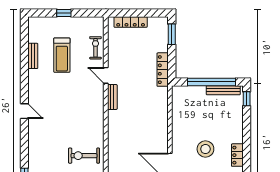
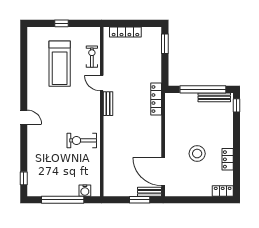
treadmill: (62, 55) -> (60, 64), width x1.37, depth x1.38
bench: (33, 56) -> (32, 64), removed
locker: (163, 70) -> (156, 99), moved
exercise bike: (84, 156) -> (82, 140), moved

